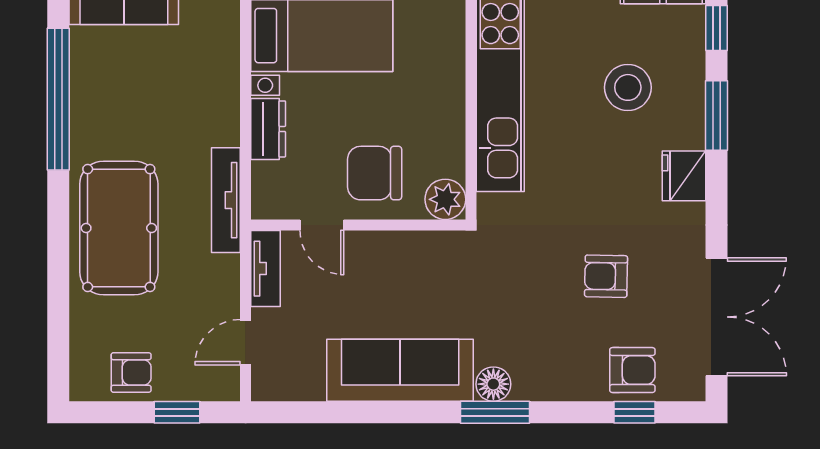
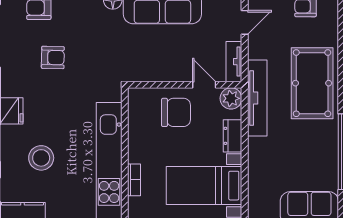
bookcase: (454, 46) -> (134, 180), added
plant: (445, 199) -> (231, 98), moved
tv unit: (226, 200) -> (257, 98), width x1.36, depth x1.29

